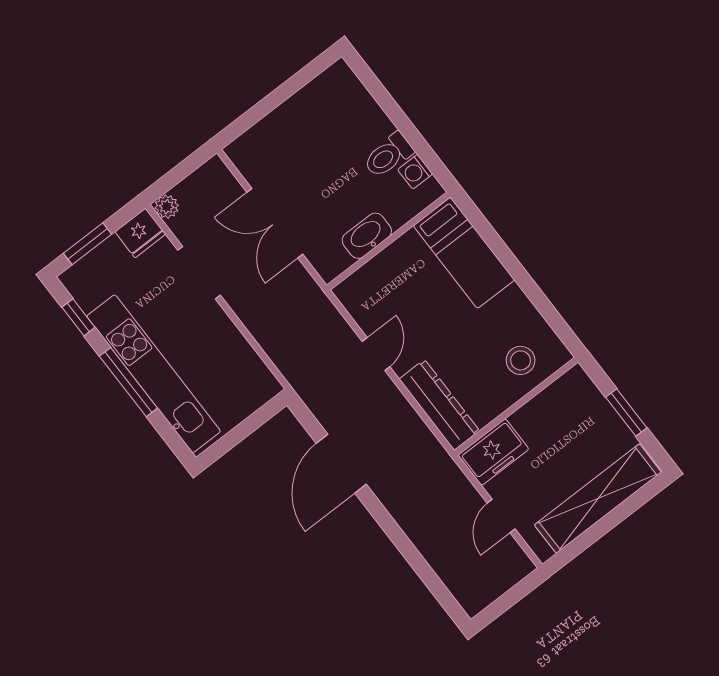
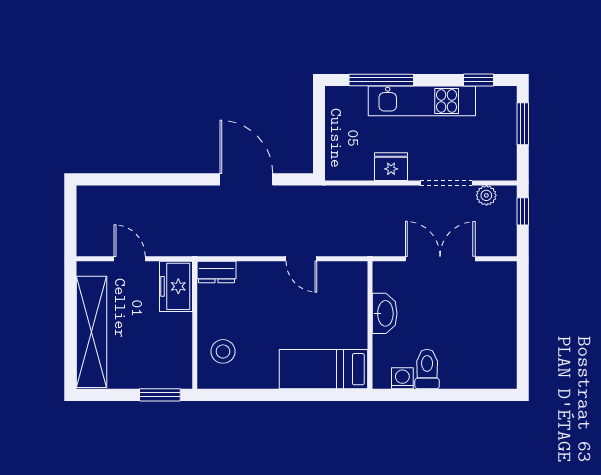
window: (170, 180) -> (523, 211), added
plant: (167, 207) -> (486, 195), moved
fridge: (140, 233) -> (391, 167), moved, turned 90
kitchen unit: (154, 374) -> (422, 101), width x0.73
window: (128, 382) -> (381, 80), moved
dresser: (439, 405) -> (217, 272), width x0.51, depth x0.80
window: (626, 412) -> (160, 395), moved

